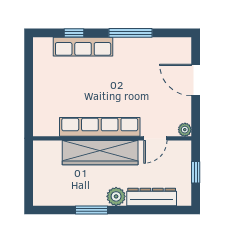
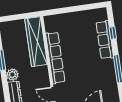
wardrobe: (100, 153) -> (36, 42), moved

